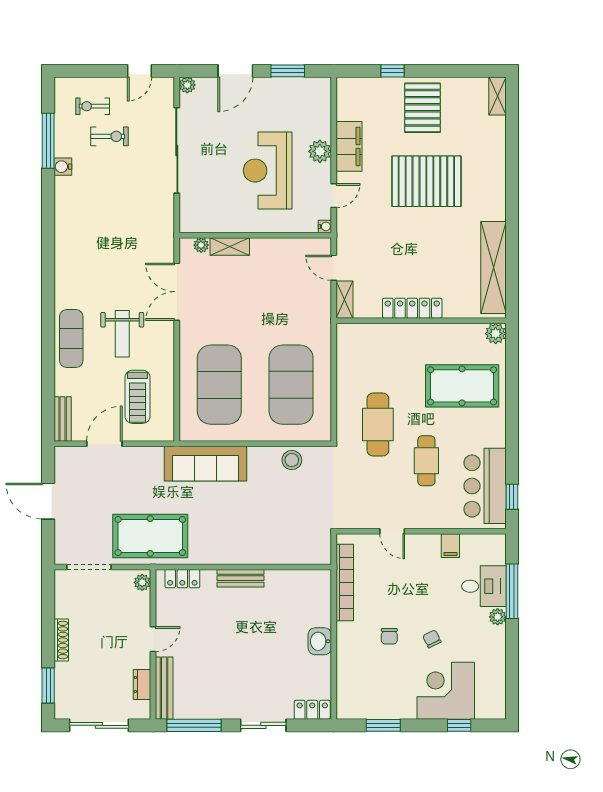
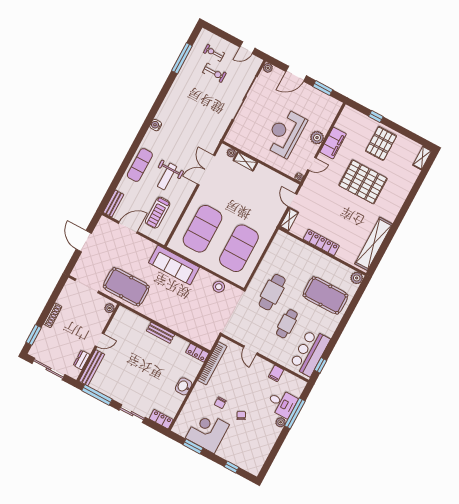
water cooler: (63, 167) -> (156, 125), moved
locker: (182, 579) -> (197, 353), moved
corner desk: (446, 691) -> (207, 431), moved

